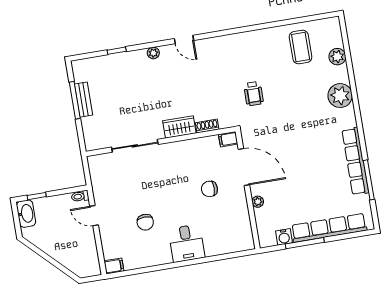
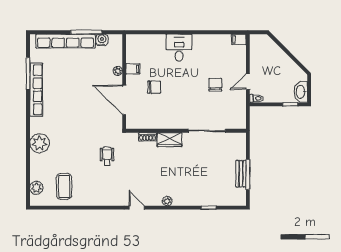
door: (184, 39) -> (137, 208), moved
plant: (153, 53) -> (167, 201), moved
plant: (337, 57) -> (36, 188), moved
filing cabinet: (228, 139) -> (133, 69), moved
door: (94, 216) -> (248, 81), swing flipped
chair: (145, 222) -> (215, 85), moved

